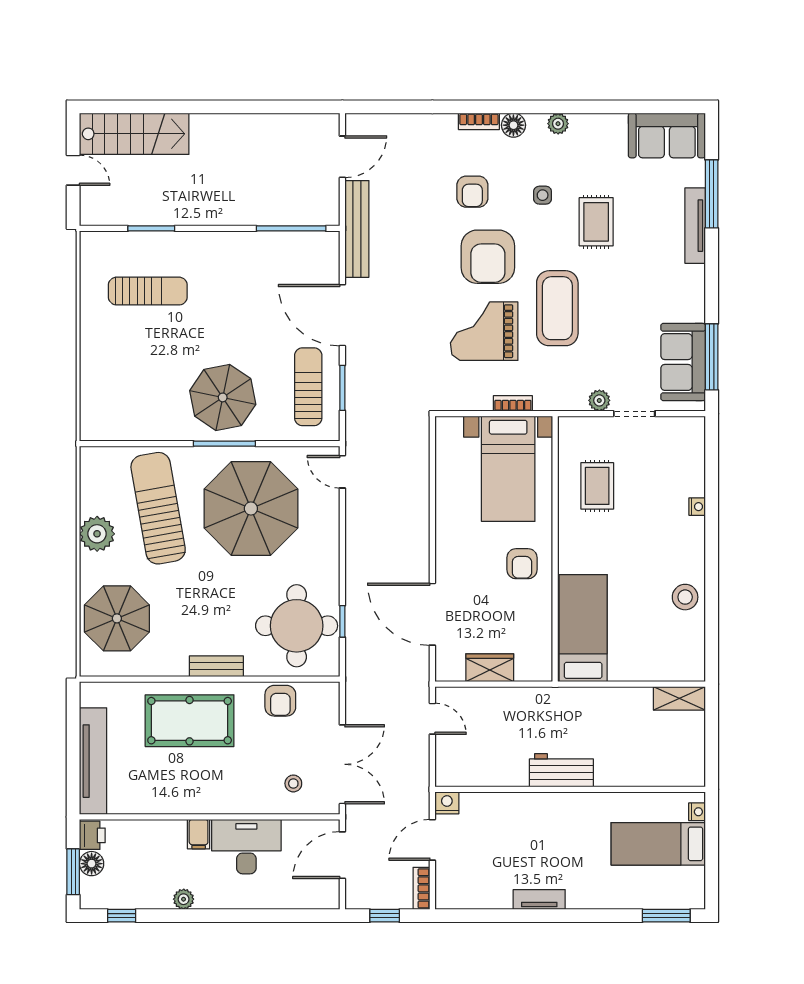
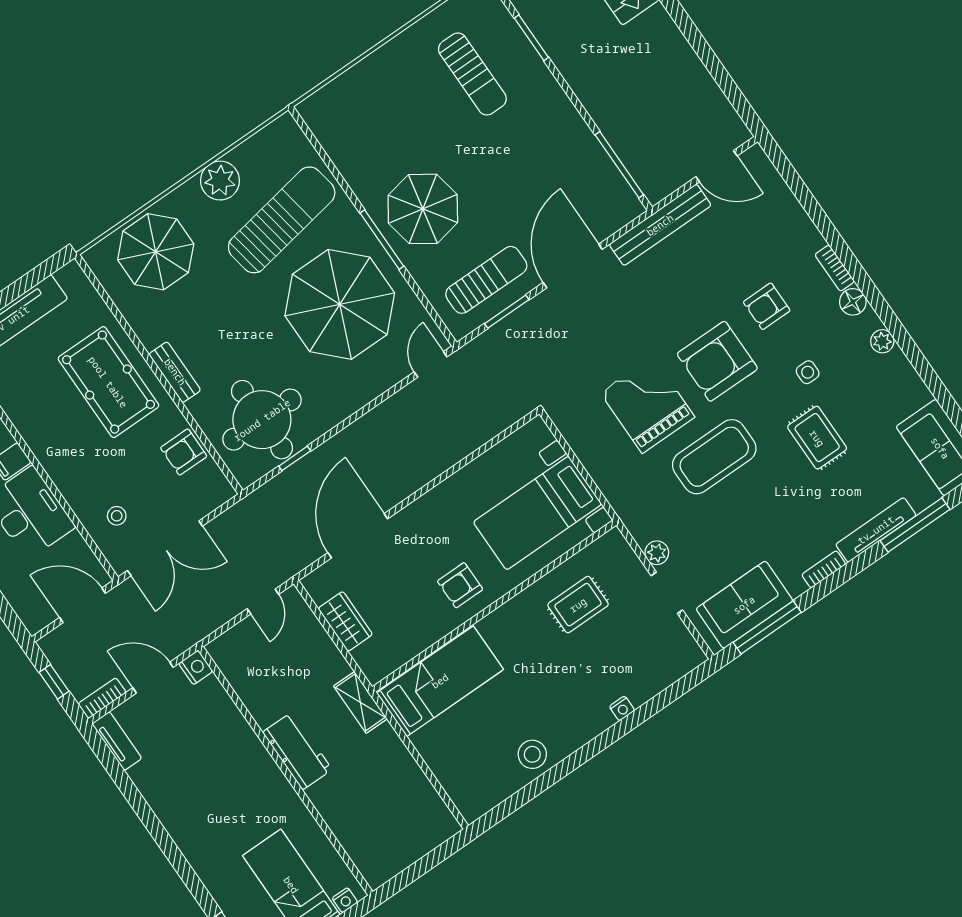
rug: (596, 222) -> (817, 438), turned 90
bookcase: (513, 403) -> (824, 569), moved, turned -90
shelving: (679, 698) -> (360, 702), moved
tv unit: (539, 900) -> (117, 741), moved

